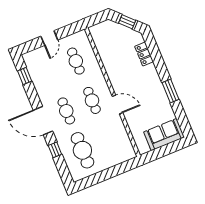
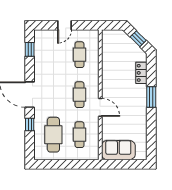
window: (170, 91) -> (151, 97), moved
cafe table: (66, 111) -> (79, 135), moved
sofa: (164, 135) -> (118, 150), moved

